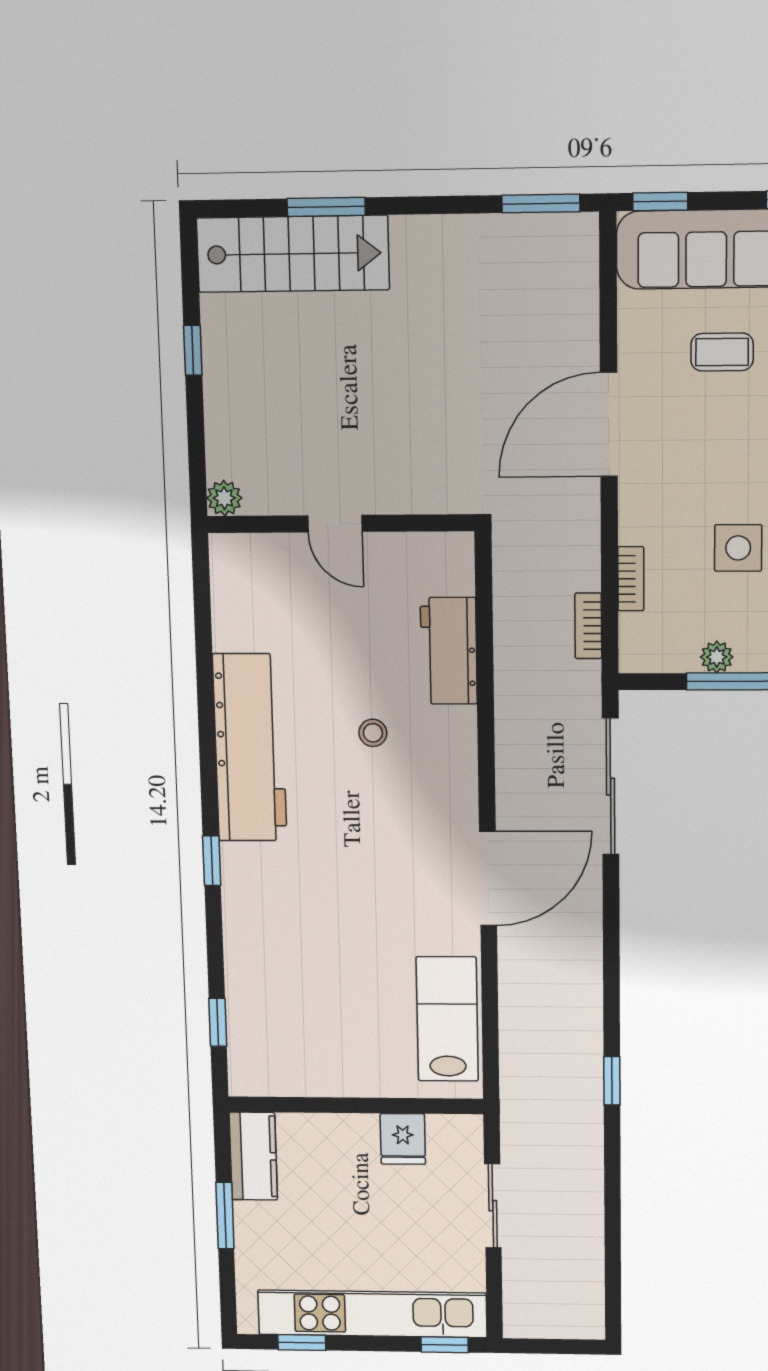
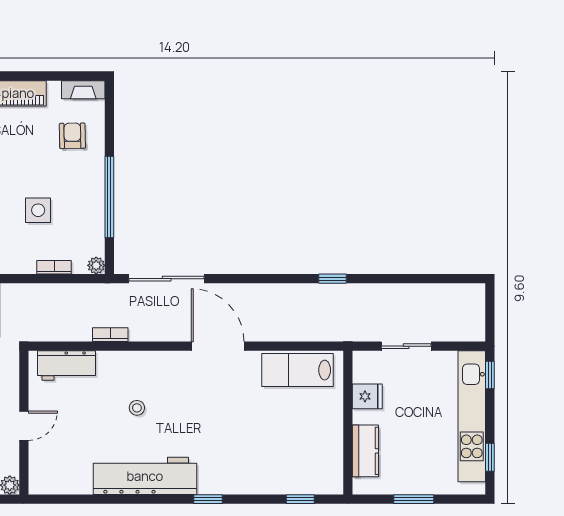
bookcase: (588, 626) -> (110, 335), moved, turned 180
workbench: (449, 651) -> (66, 366), moved
plant: (717, 657) -> (96, 265), moved
kitchen counter: (253, 1156) -> (365, 451), moved, turned 90

